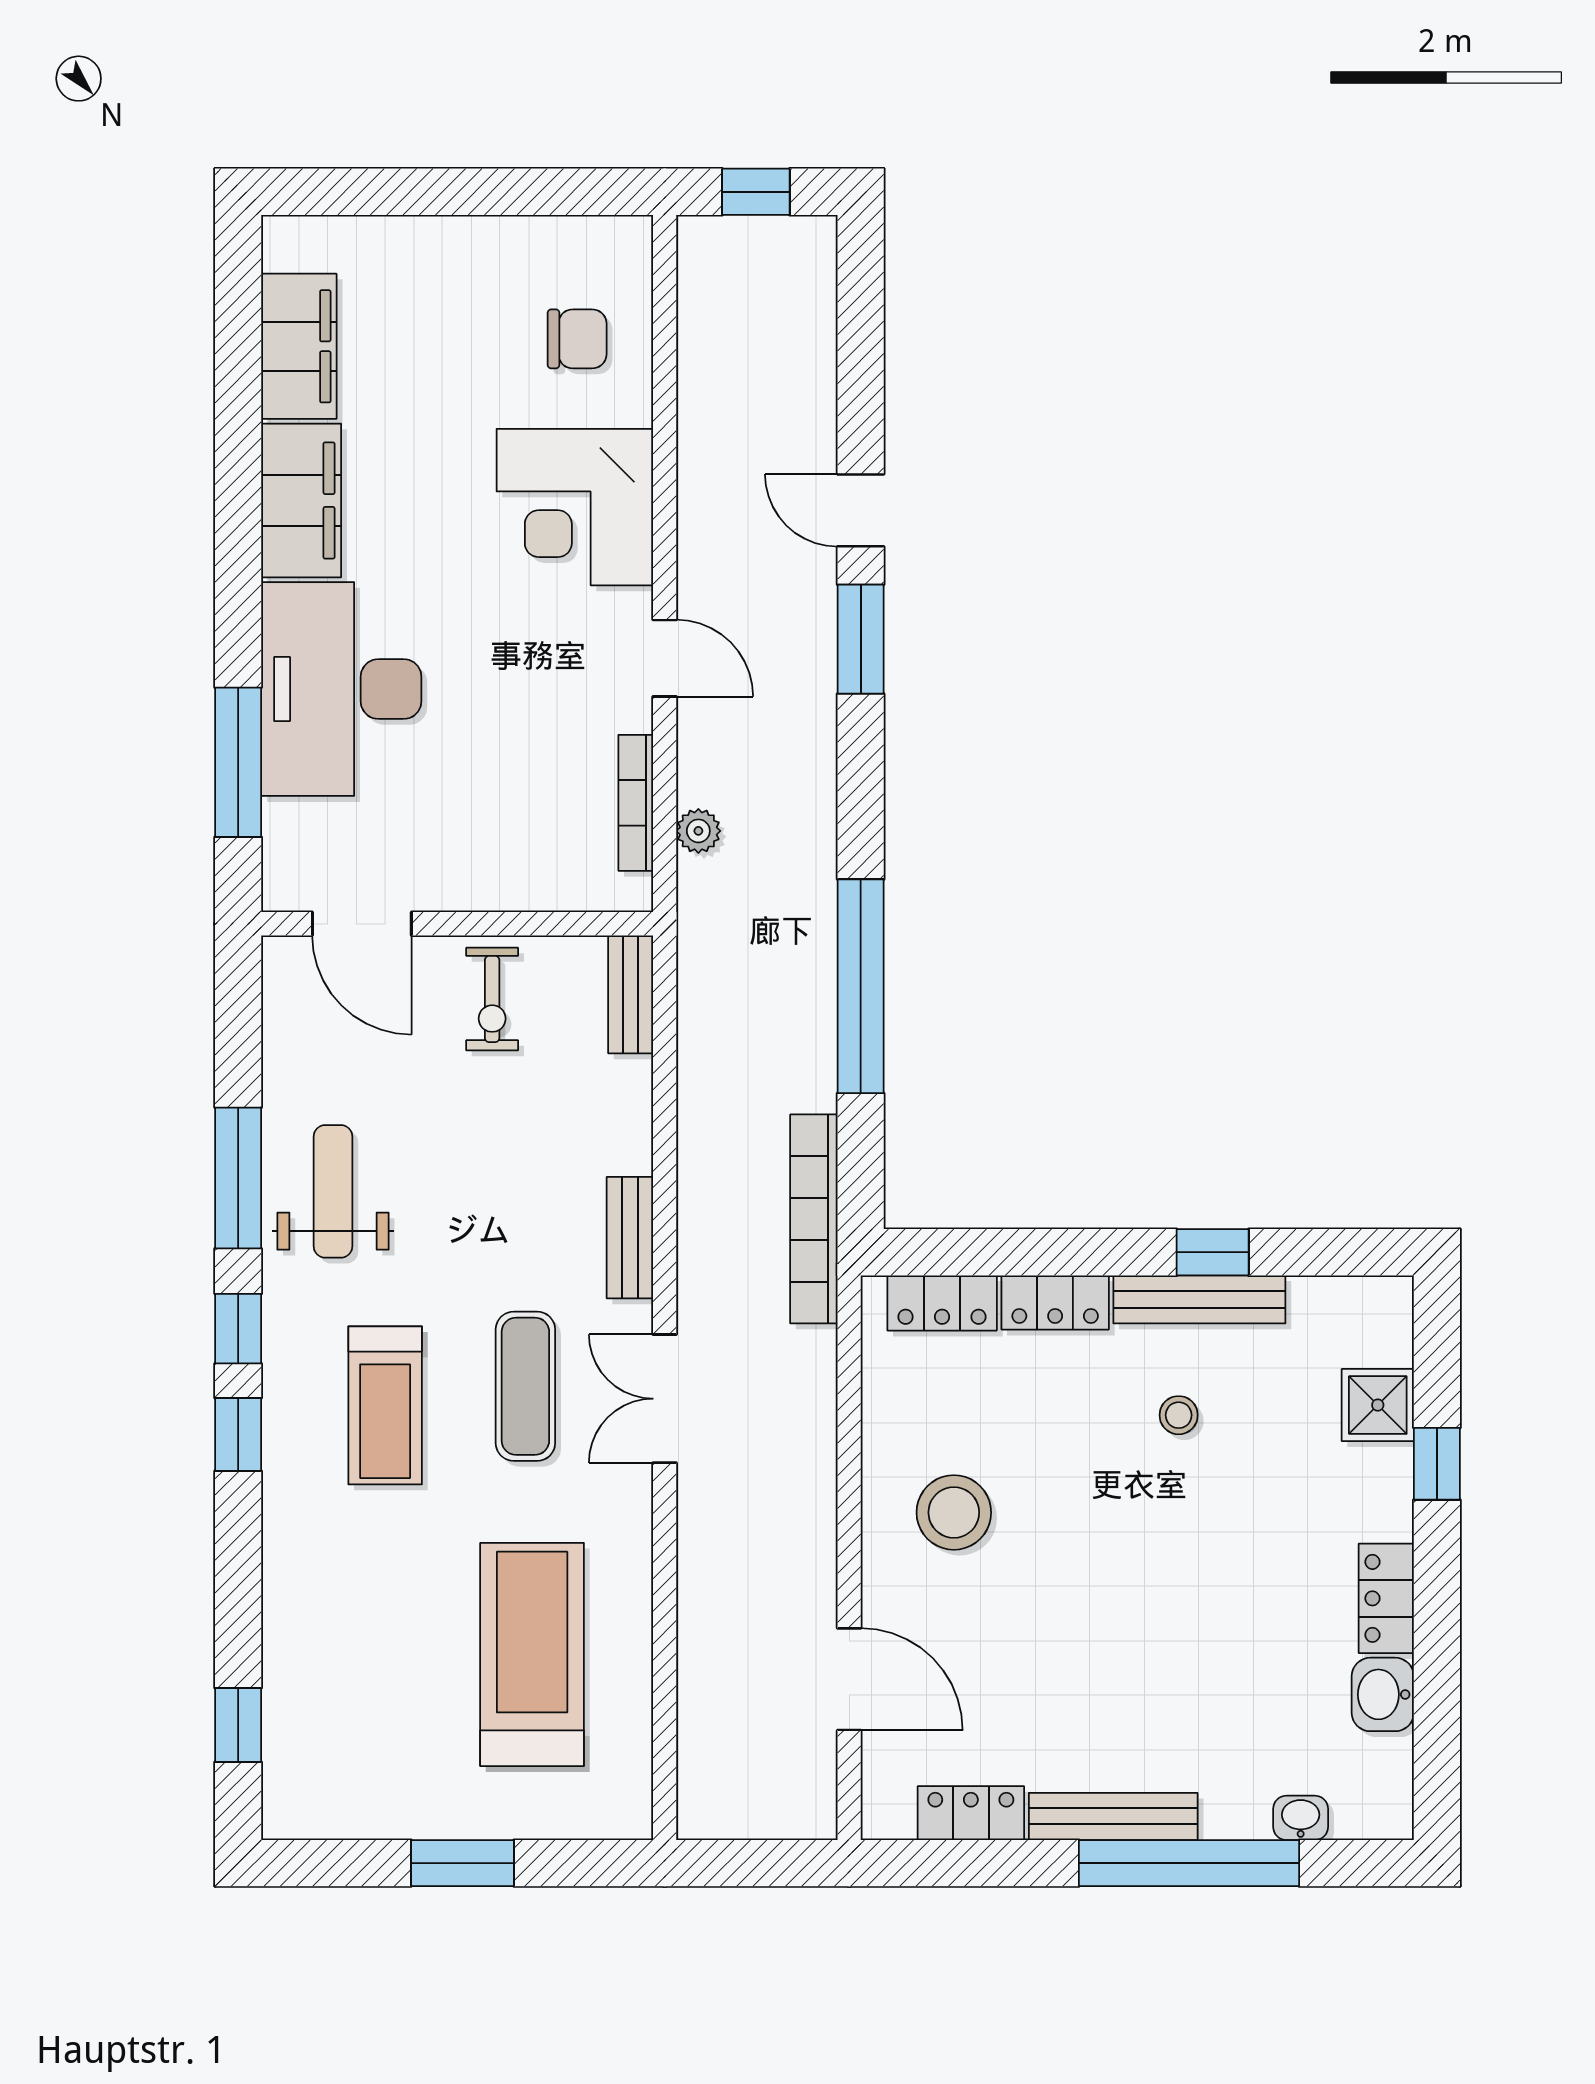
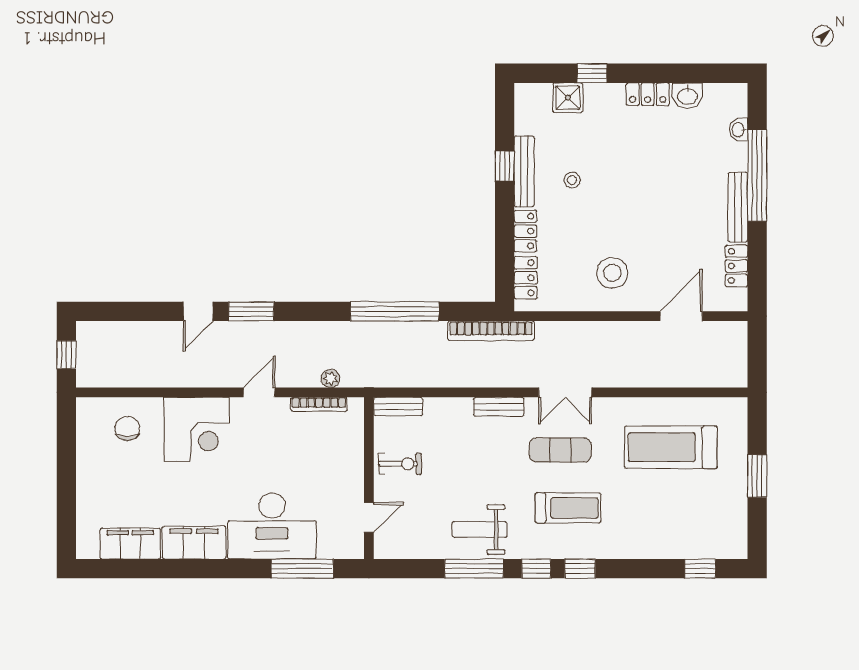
door: (362, 924) -> (369, 518), width x0.73

